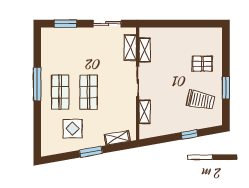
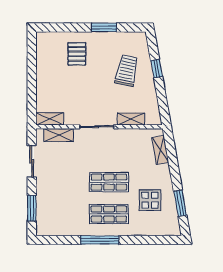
shelving: (145, 50) -> (50, 119), moved
trolley: (201, 100) -> (127, 71), moved
window: (91, 152) -> (180, 203), moved

